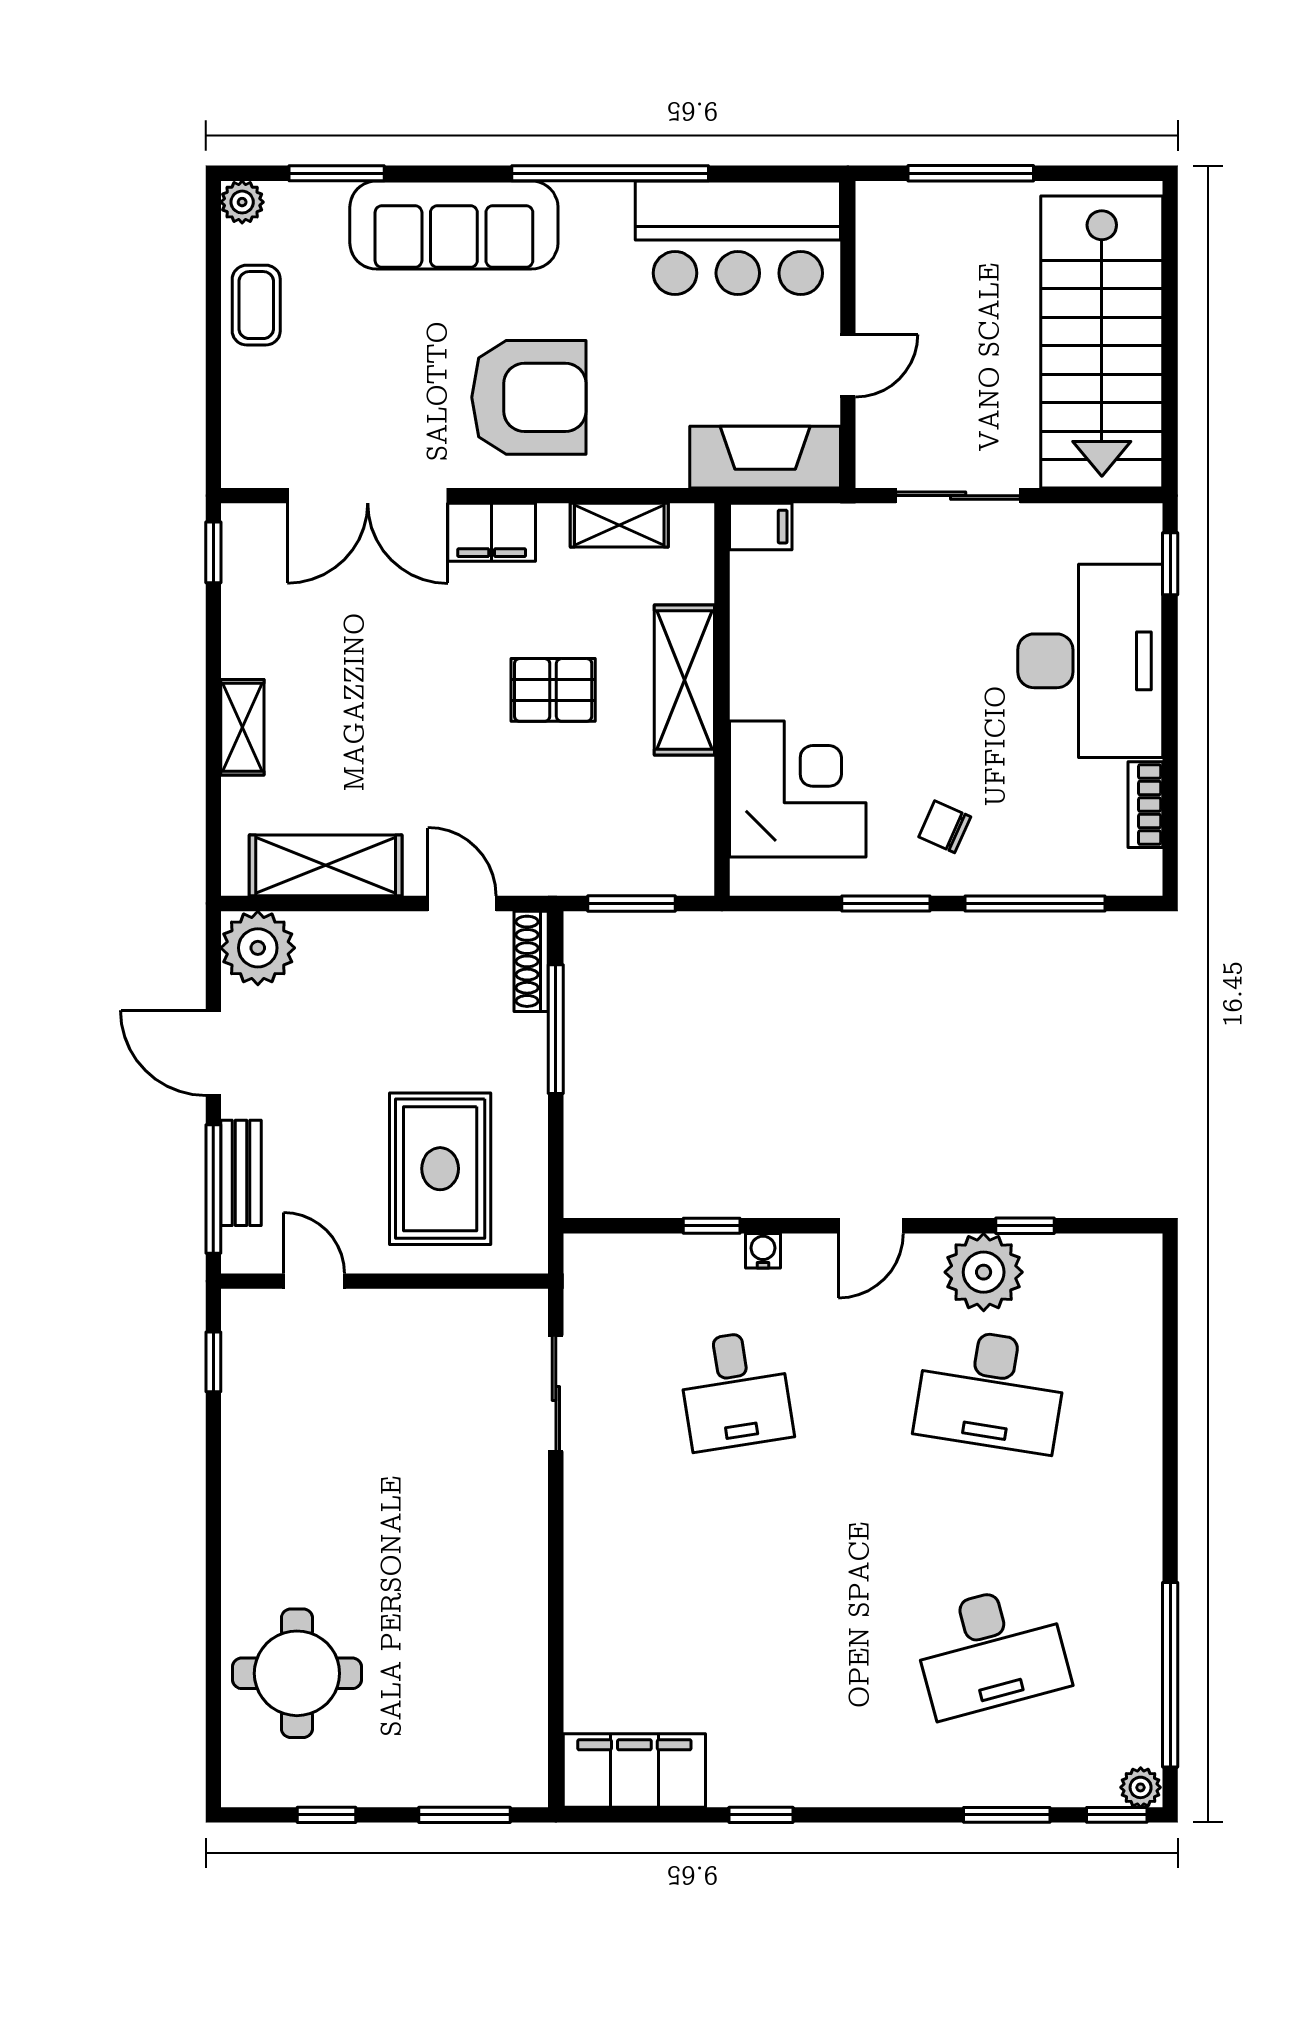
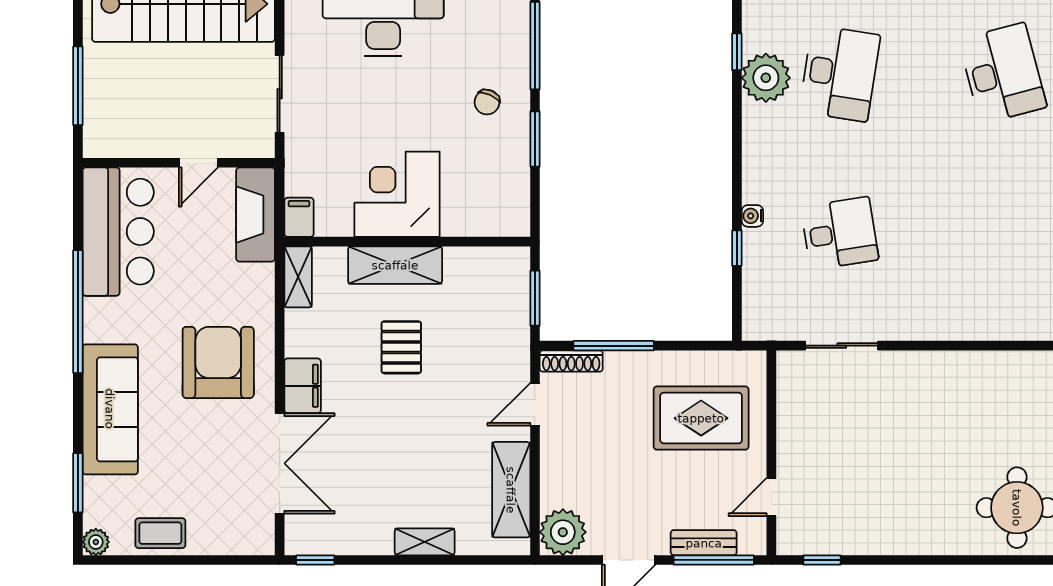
door: (848, 366) -> (198, 163), swing flipped
shelving: (619, 525) -> (298, 277), moved
corner desk: (798, 789) -> (397, 194), moved
door: (871, 1226) -> (737, 148), removed

